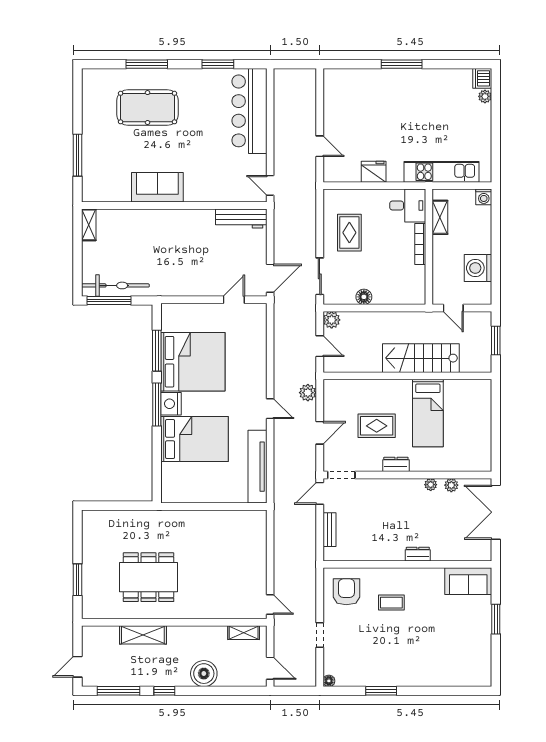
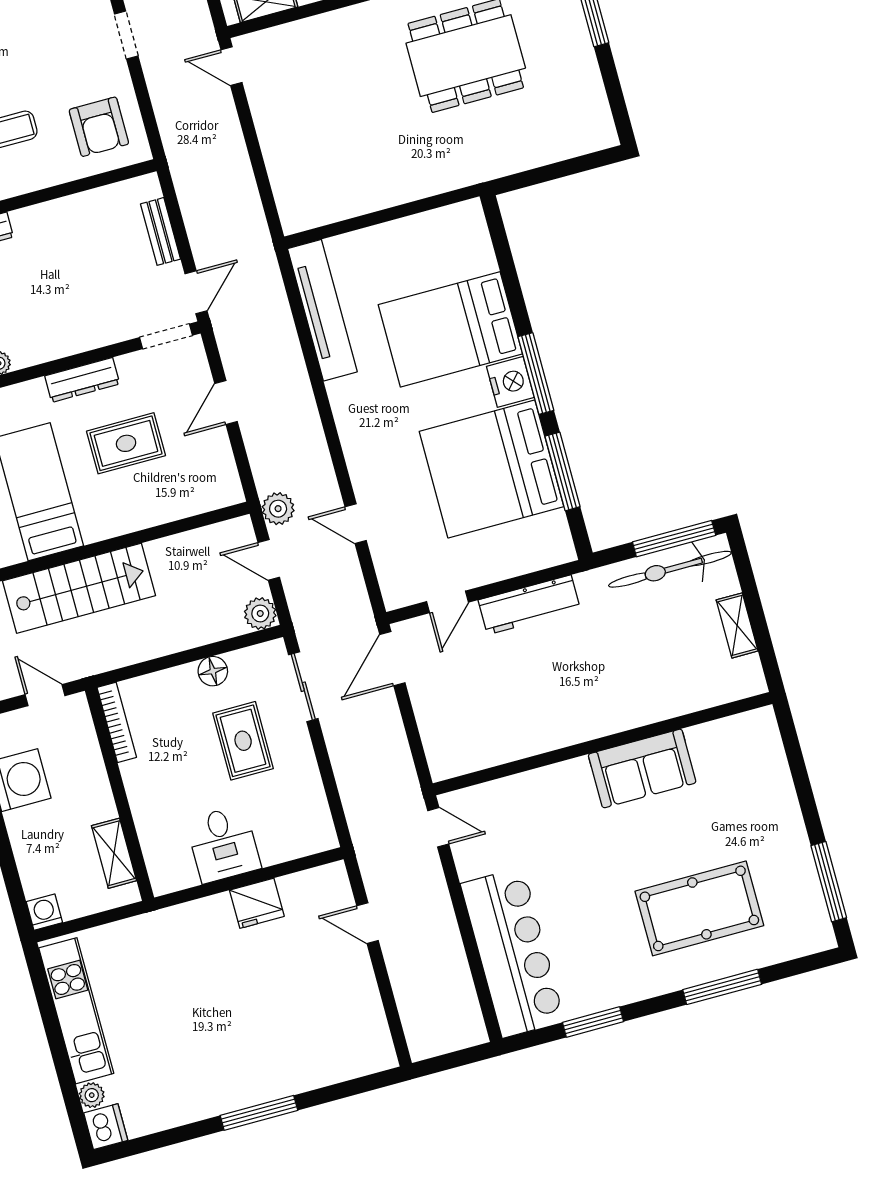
window: (77, 155) -> (829, 882), moved
kitchen unit: (441, 172) -> (76, 1011), moved, turned -90
desk: (408, 205) -> (223, 844), moved, turned -90
workbench: (241, 218) -> (529, 605), moved, turned 180
shelving: (89, 225) -> (737, 625), moved
rug: (349, 233) -> (243, 741), moved
bookcase: (420, 244) -> (117, 722), moved
plant: (308, 393) -> (278, 509), moved
door: (270, 409) -> (356, 524), moved
dresser: (396, 464) -> (82, 380), width x1.44

